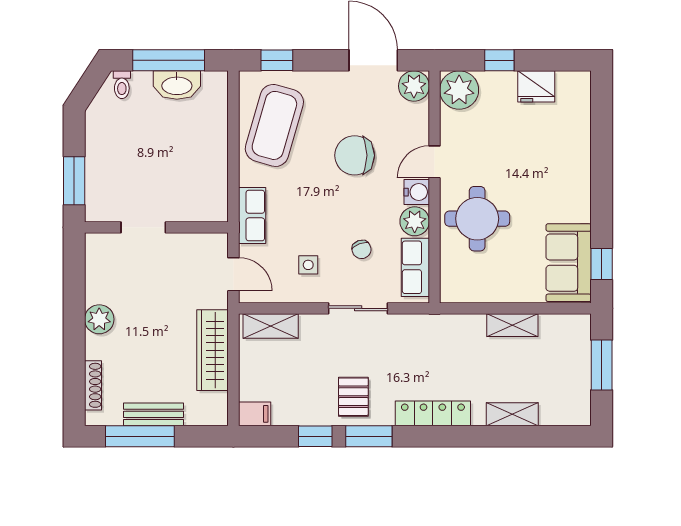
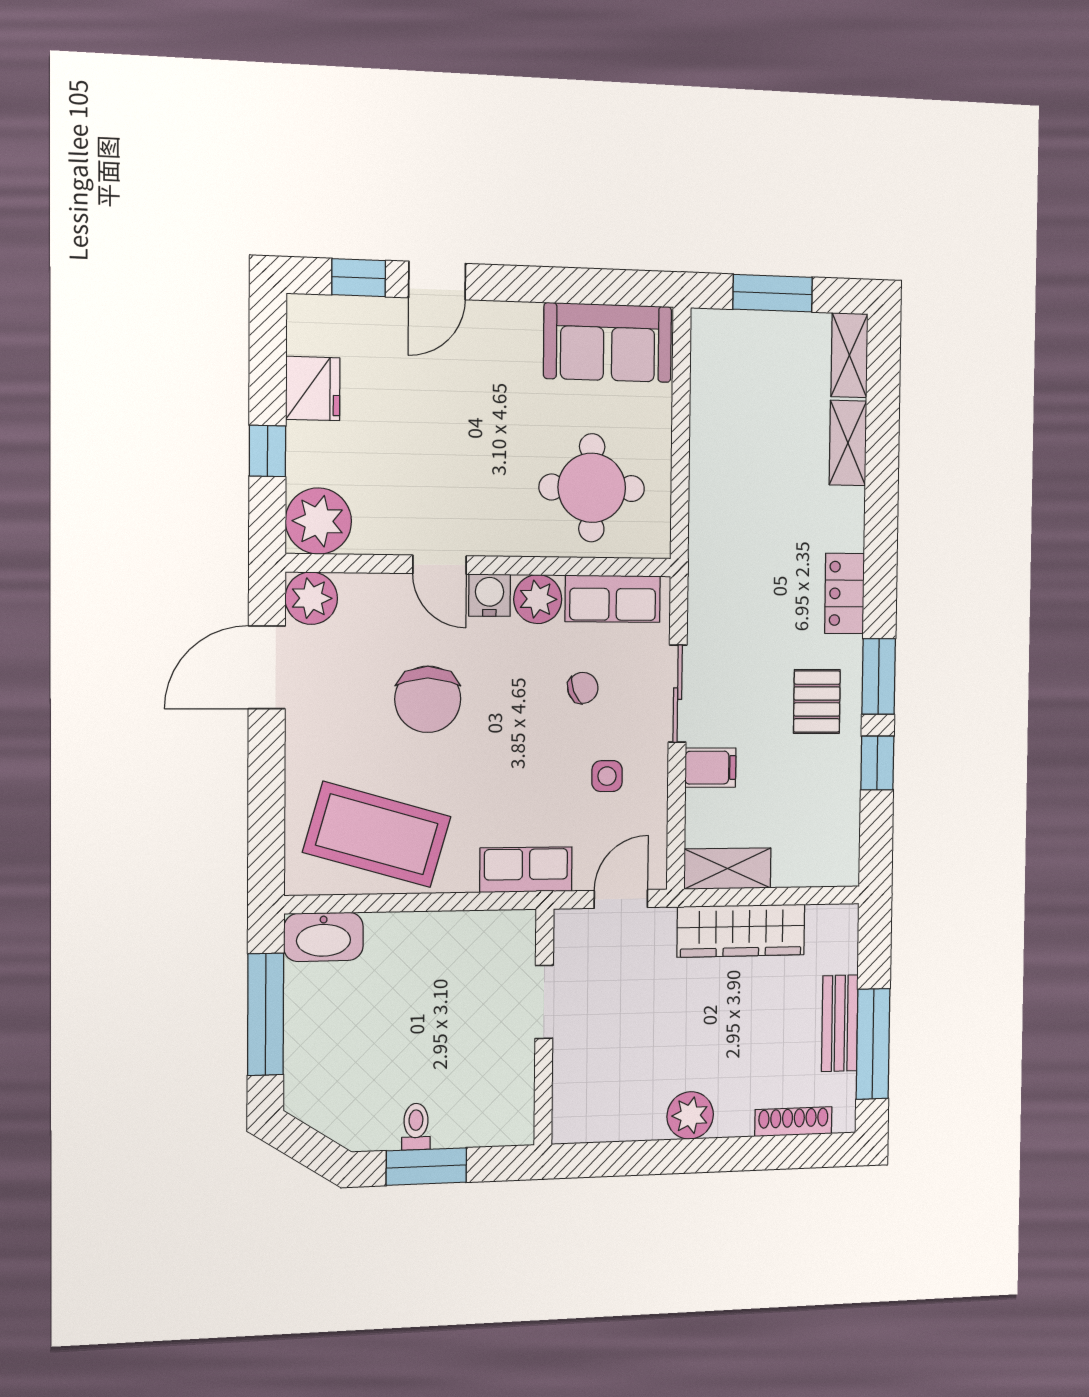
window: (277, 60) -> (266, 831), removed
toilet: (122, 85) -> (416, 1127), moved, turned -90
washbasin: (177, 85) -> (324, 937), moved, turned 90
door: (602, 159) -> (437, 281), added
window: (74, 181) -> (426, 1167), moved
round table: (477, 219) -> (592, 488), moved
doorway: (143, 227) -> (544, 1002), moved
window: (602, 264) -> (359, 278), moved
shelving: (512, 325) -> (849, 355), moved
shelving: (271, 326) -> (727, 869), moved, turned 90
pallet: (353, 397) -> (817, 701), turned 90
locker: (433, 413) -> (844, 593), width x0.66
filing cabinet: (255, 414) -> (710, 768), moved, turned 90

